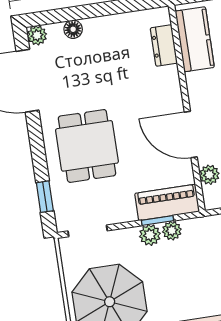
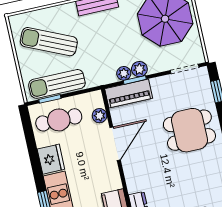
door: (191, 135) -> (115, 144), hinge flipped
dining table: (87, 146) -> (189, 130), turned 90

